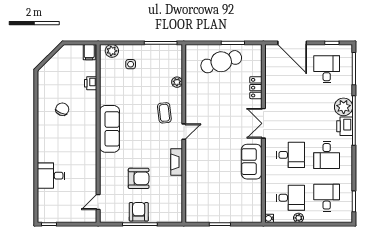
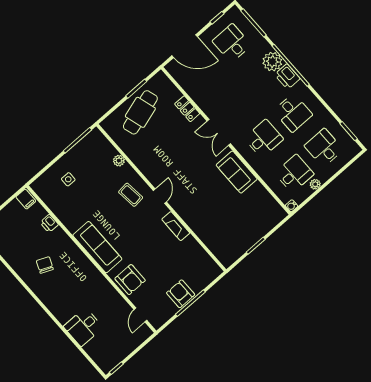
plant: (112, 51) -> (43, 182), removed
armchair: (139, 178) -> (130, 280), moved, turned 90

